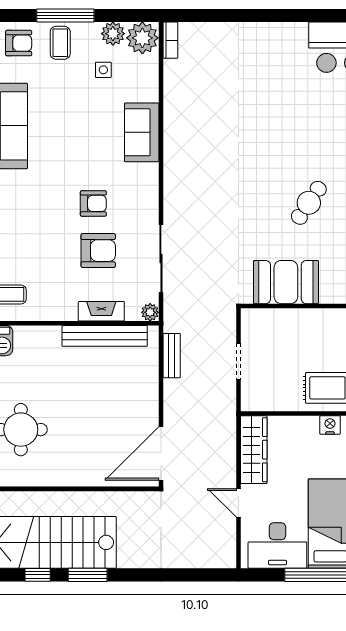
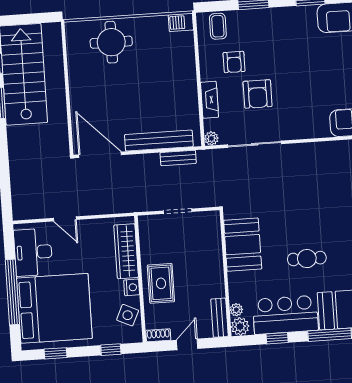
armchair: (93, 203) -> (234, 62), moved
cafe table: (309, 203) -> (307, 259), turned -34
bench: (105, 336) -> (159, 141), moved, turned 90
wardrobe: (254, 450) -> (126, 251), moved, turned 90
door: (238, 503) -> (65, 219), swing flipped

